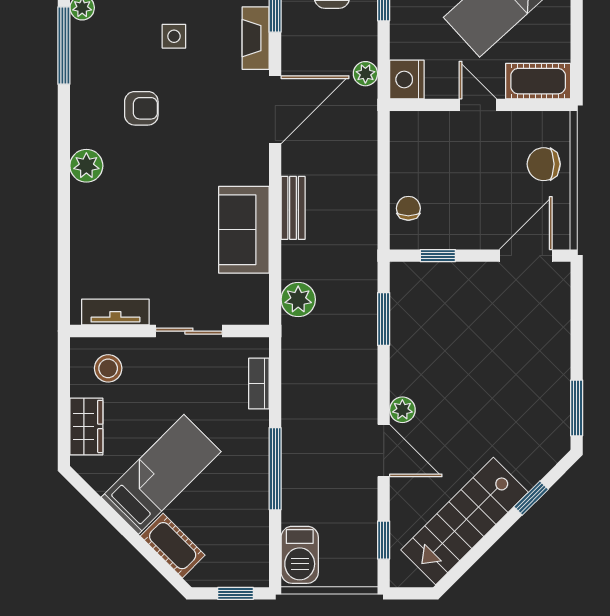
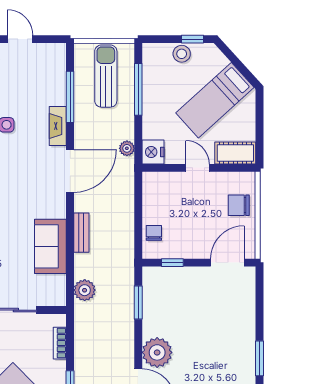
plant: (402, 410) -> (157, 352), width x1.87, depth x1.87

